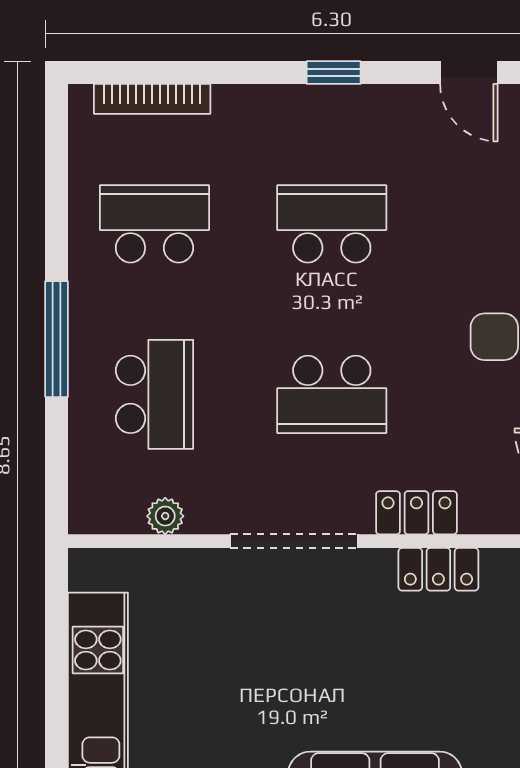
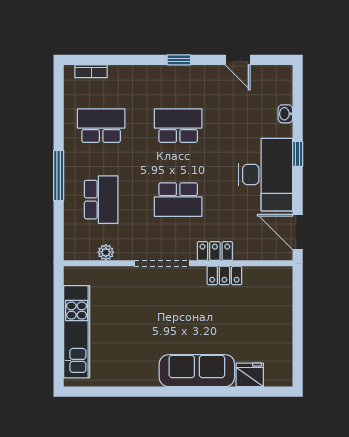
bookcase: (152, 99) -> (91, 71), width x0.64

